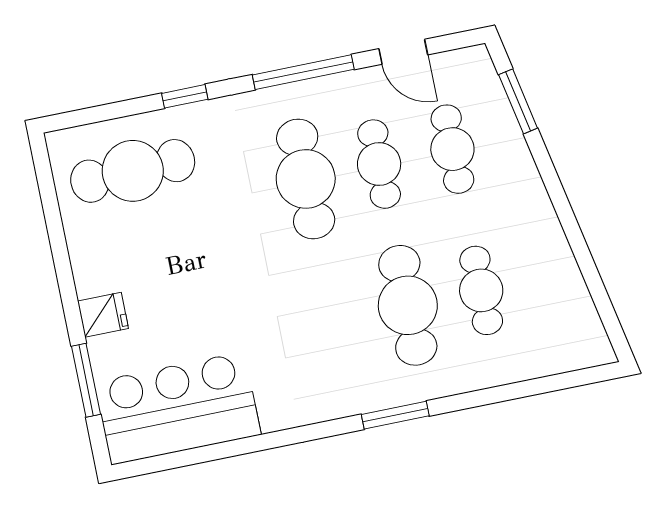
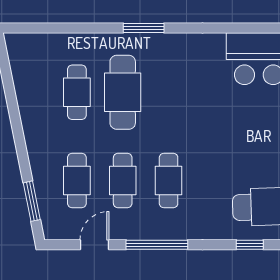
door: (403, 52) -> (94, 245), hinge flipped
window: (185, 96) -> (250, 245), moved
cafe table: (306, 179) -> (169, 181), width x0.73, depth x0.74

